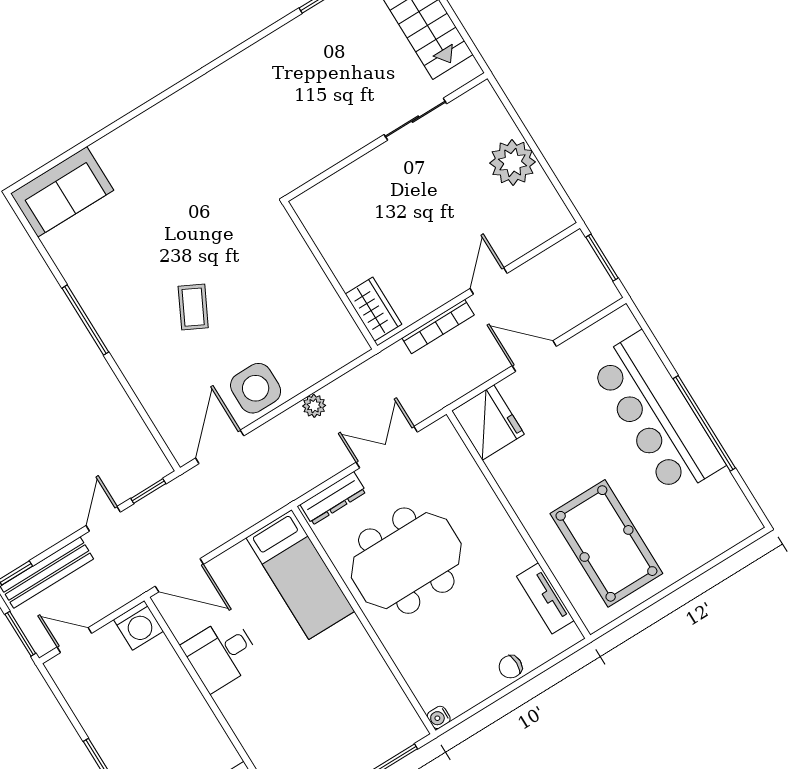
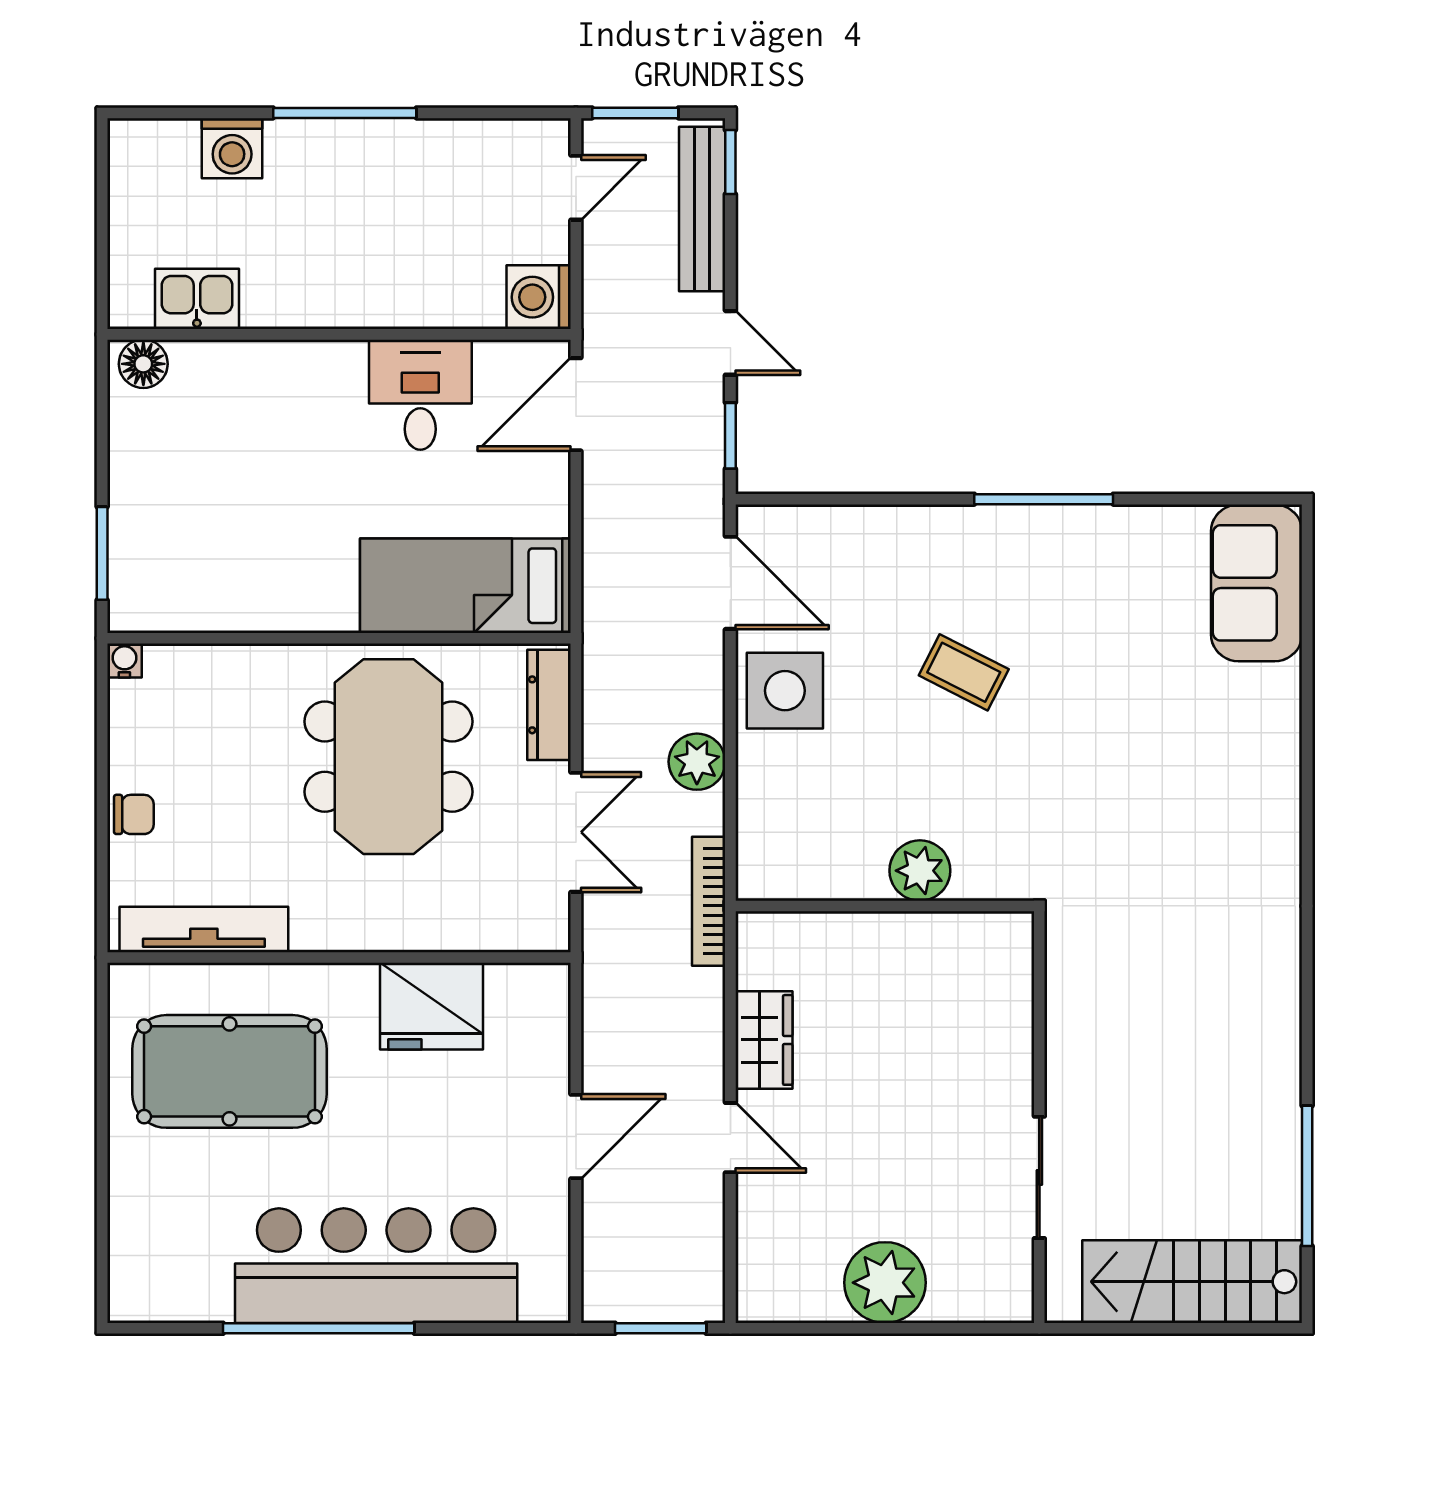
plant: (302, 269) -> (920, 871), added
wardrobe: (373, 309) -> (764, 1040), moved, turned -90
bookcase: (438, 327) -> (709, 901), moved
plant: (314, 406) -> (697, 762), width x1.38, depth x1.38
fridge: (488, 422) -> (432, 1006), moved
tv unit: (545, 598) -> (204, 929), width x1.41
chair: (511, 667) -> (134, 814), turned 90

